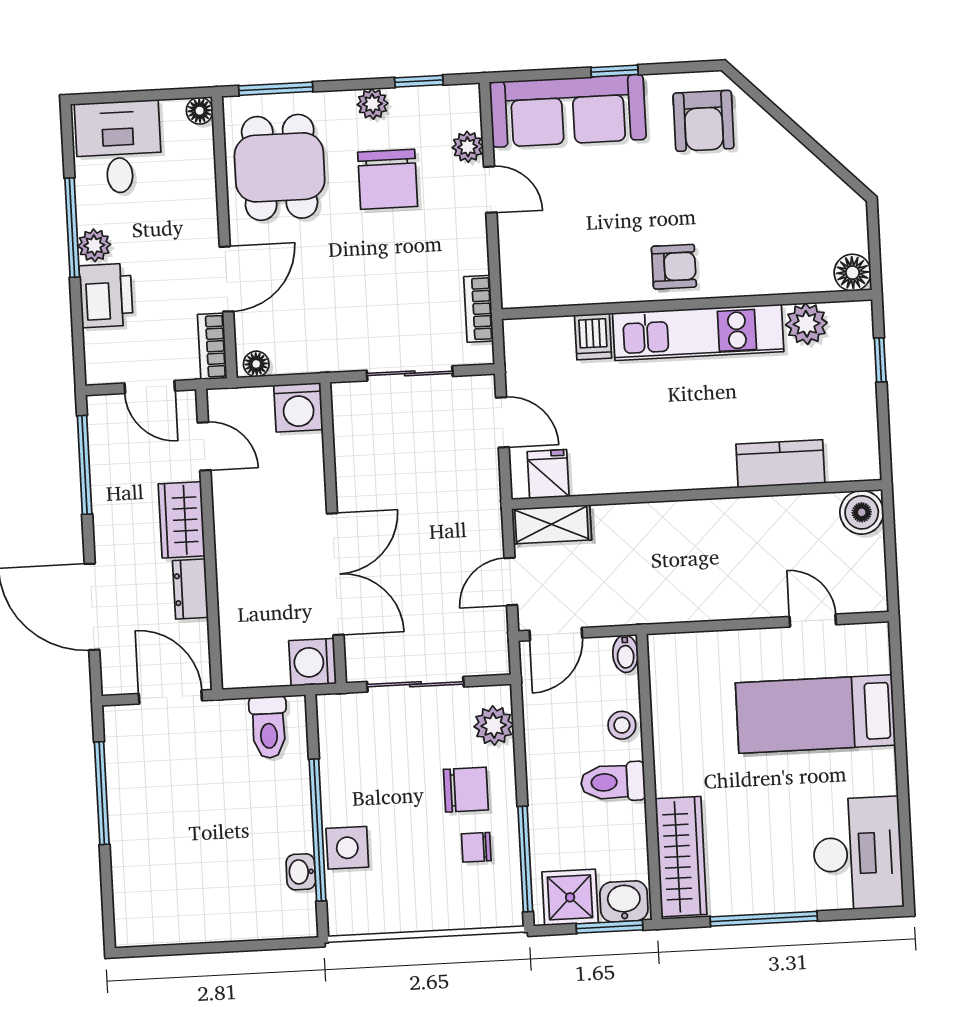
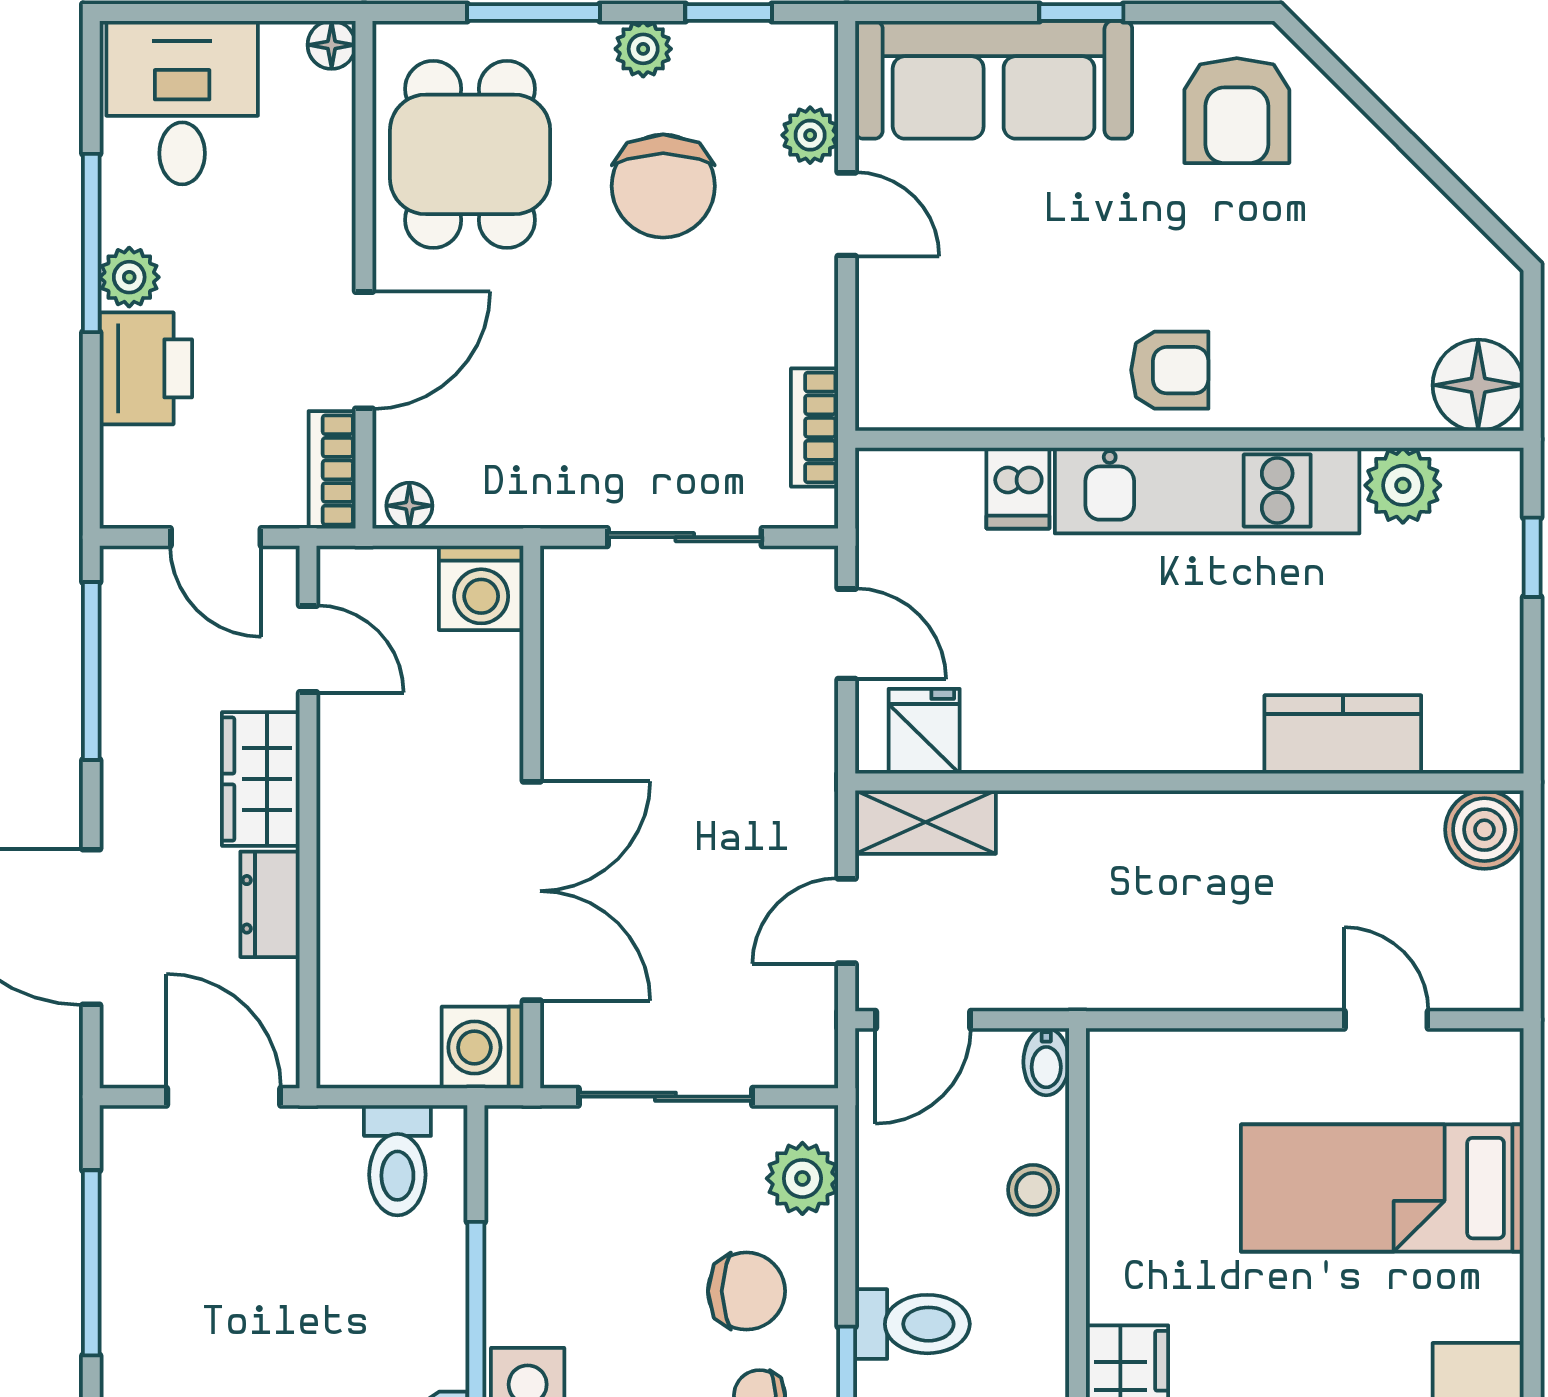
window: (276, 89) -> (533, 12), moved
floor lamp: (853, 273) -> (1478, 385), width x1.38, depth x1.38
toilet: (613, 782) -> (912, 1324), moved, turned 180

